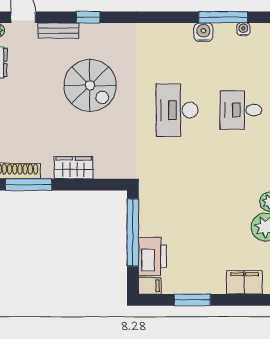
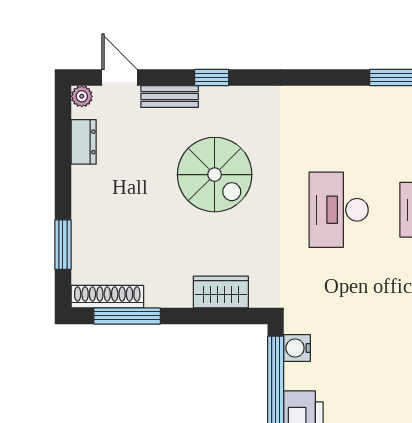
water cooler: (203, 32) -> (297, 348), moved, turned -90
wardrobe: (74, 168) -> (221, 292), moved

